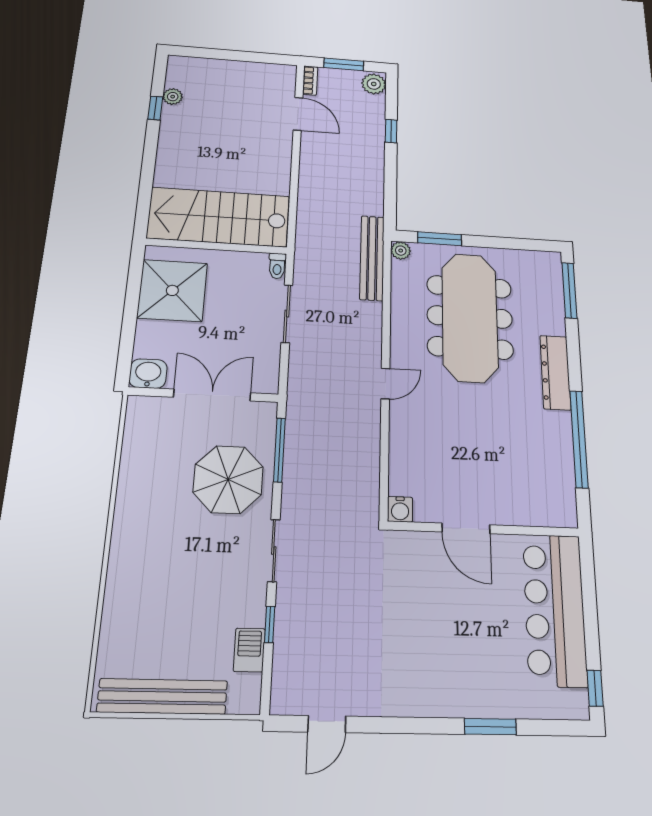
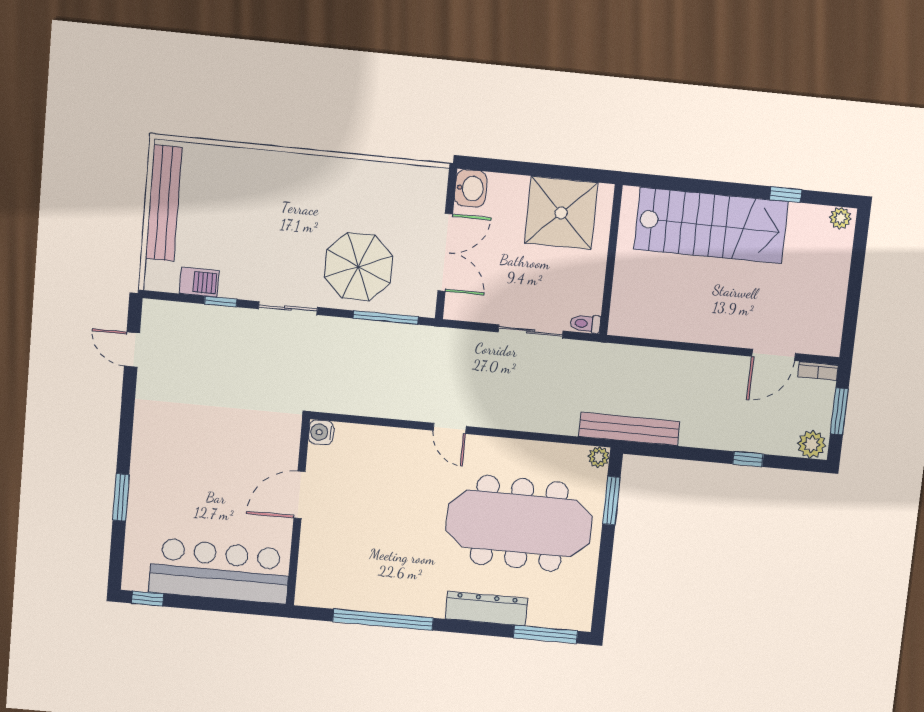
plant: (173, 97) -> (840, 218), moved
stairs: (219, 217) -> (711, 225), moved, turned 90
bench: (372, 258) -> (629, 429), moved
dresser: (555, 372) -> (486, 609), moved

